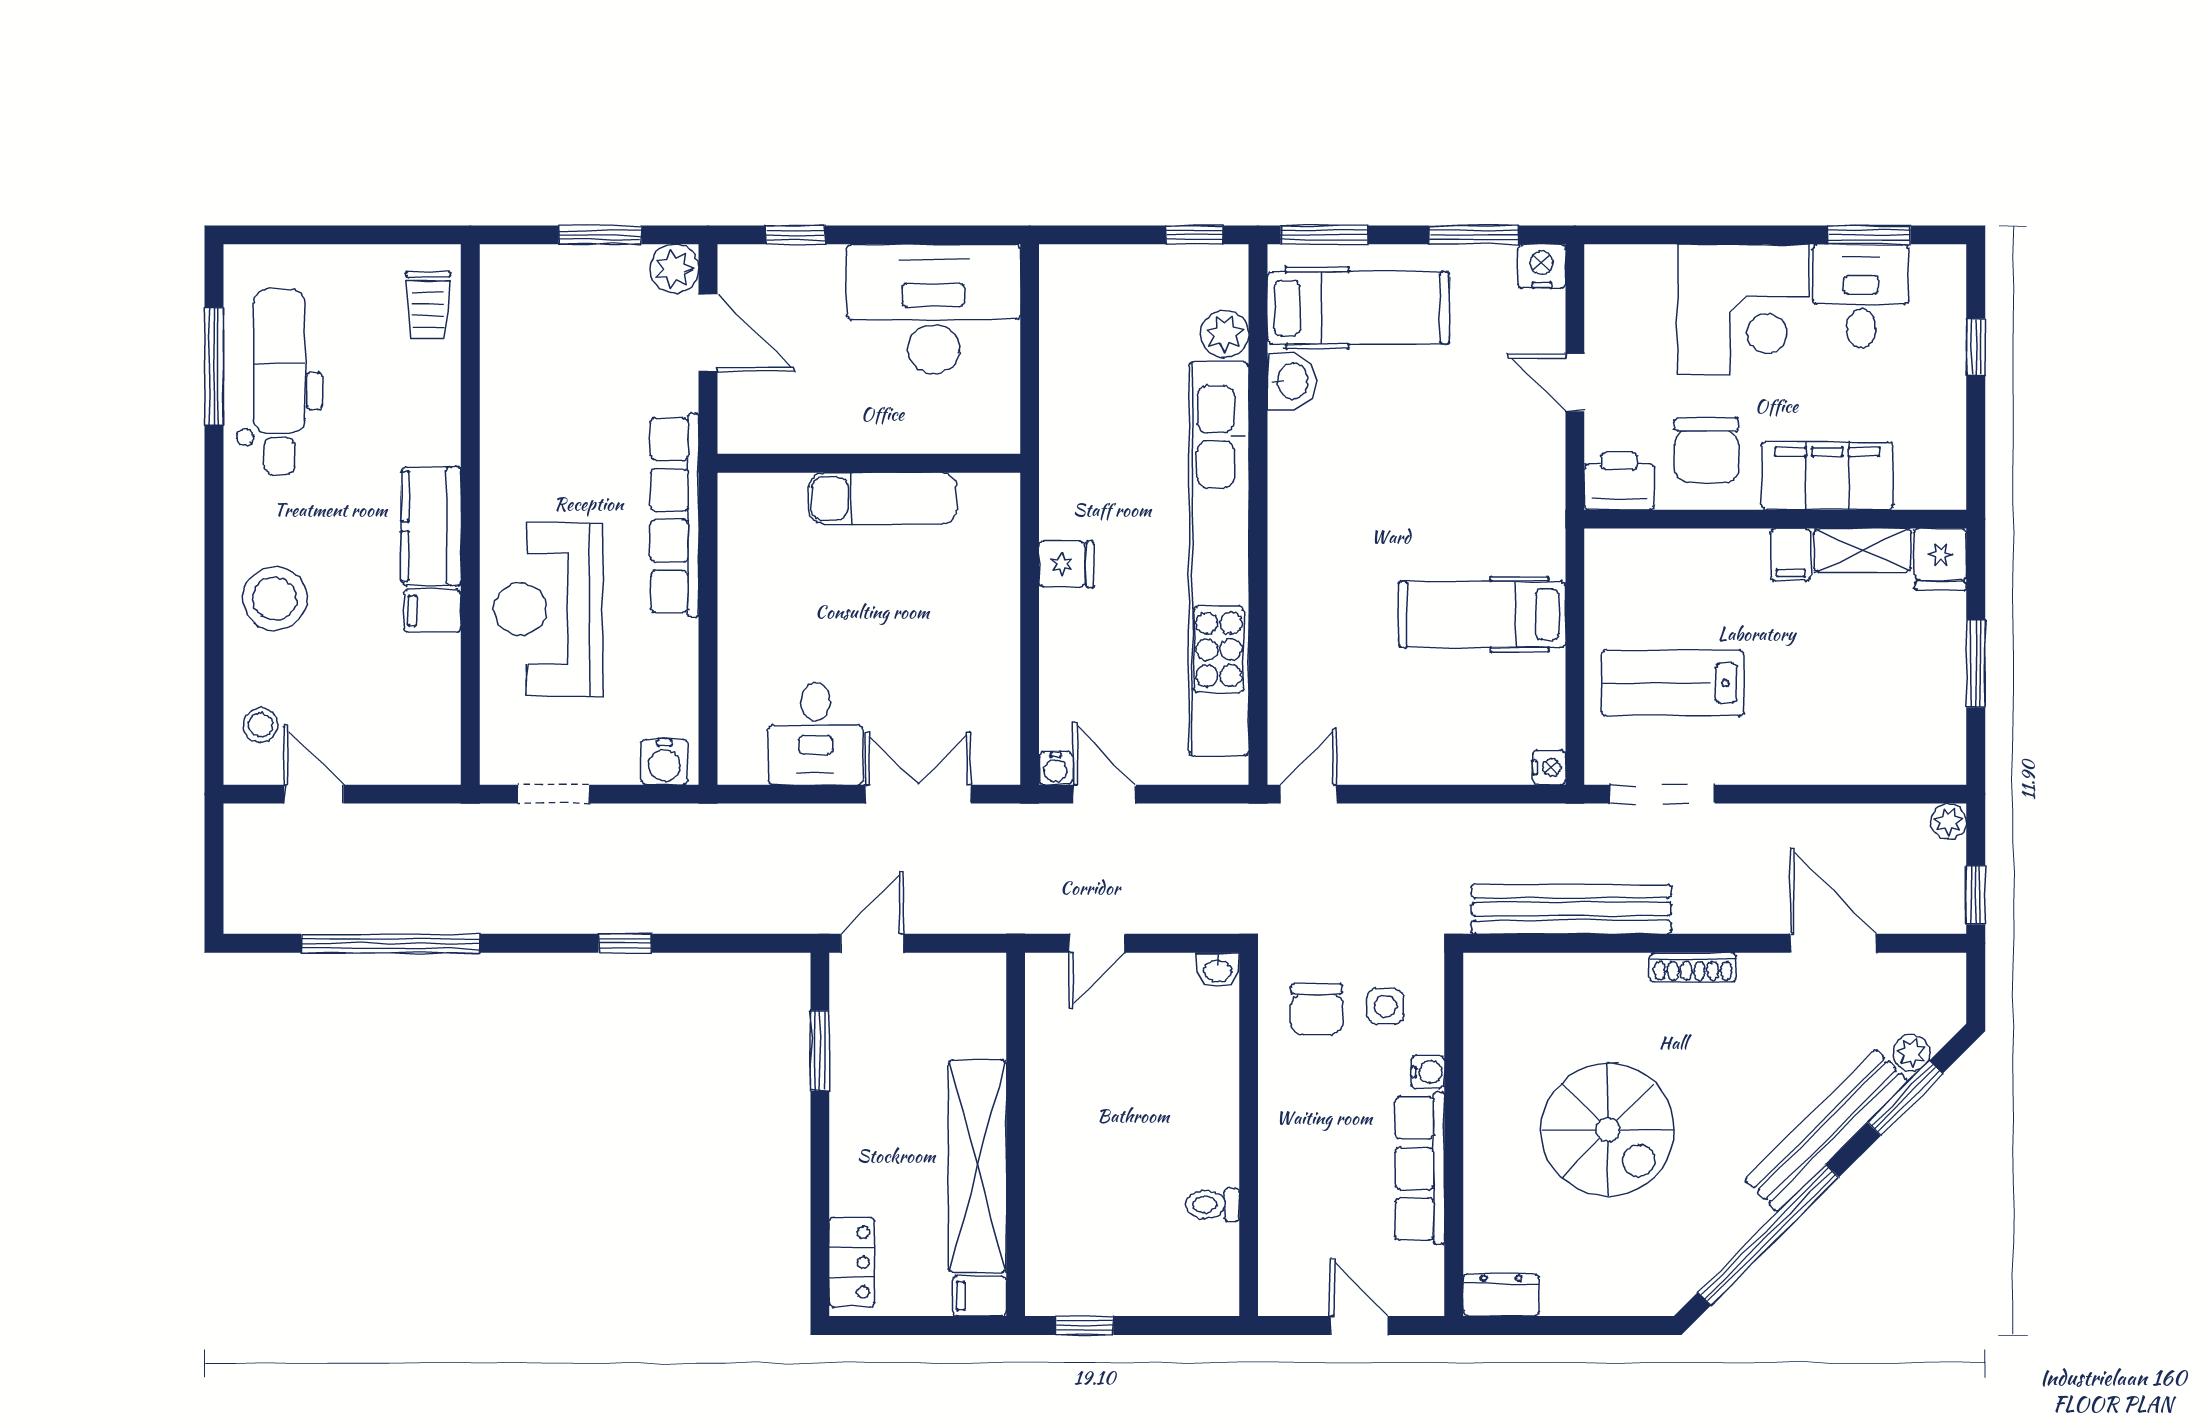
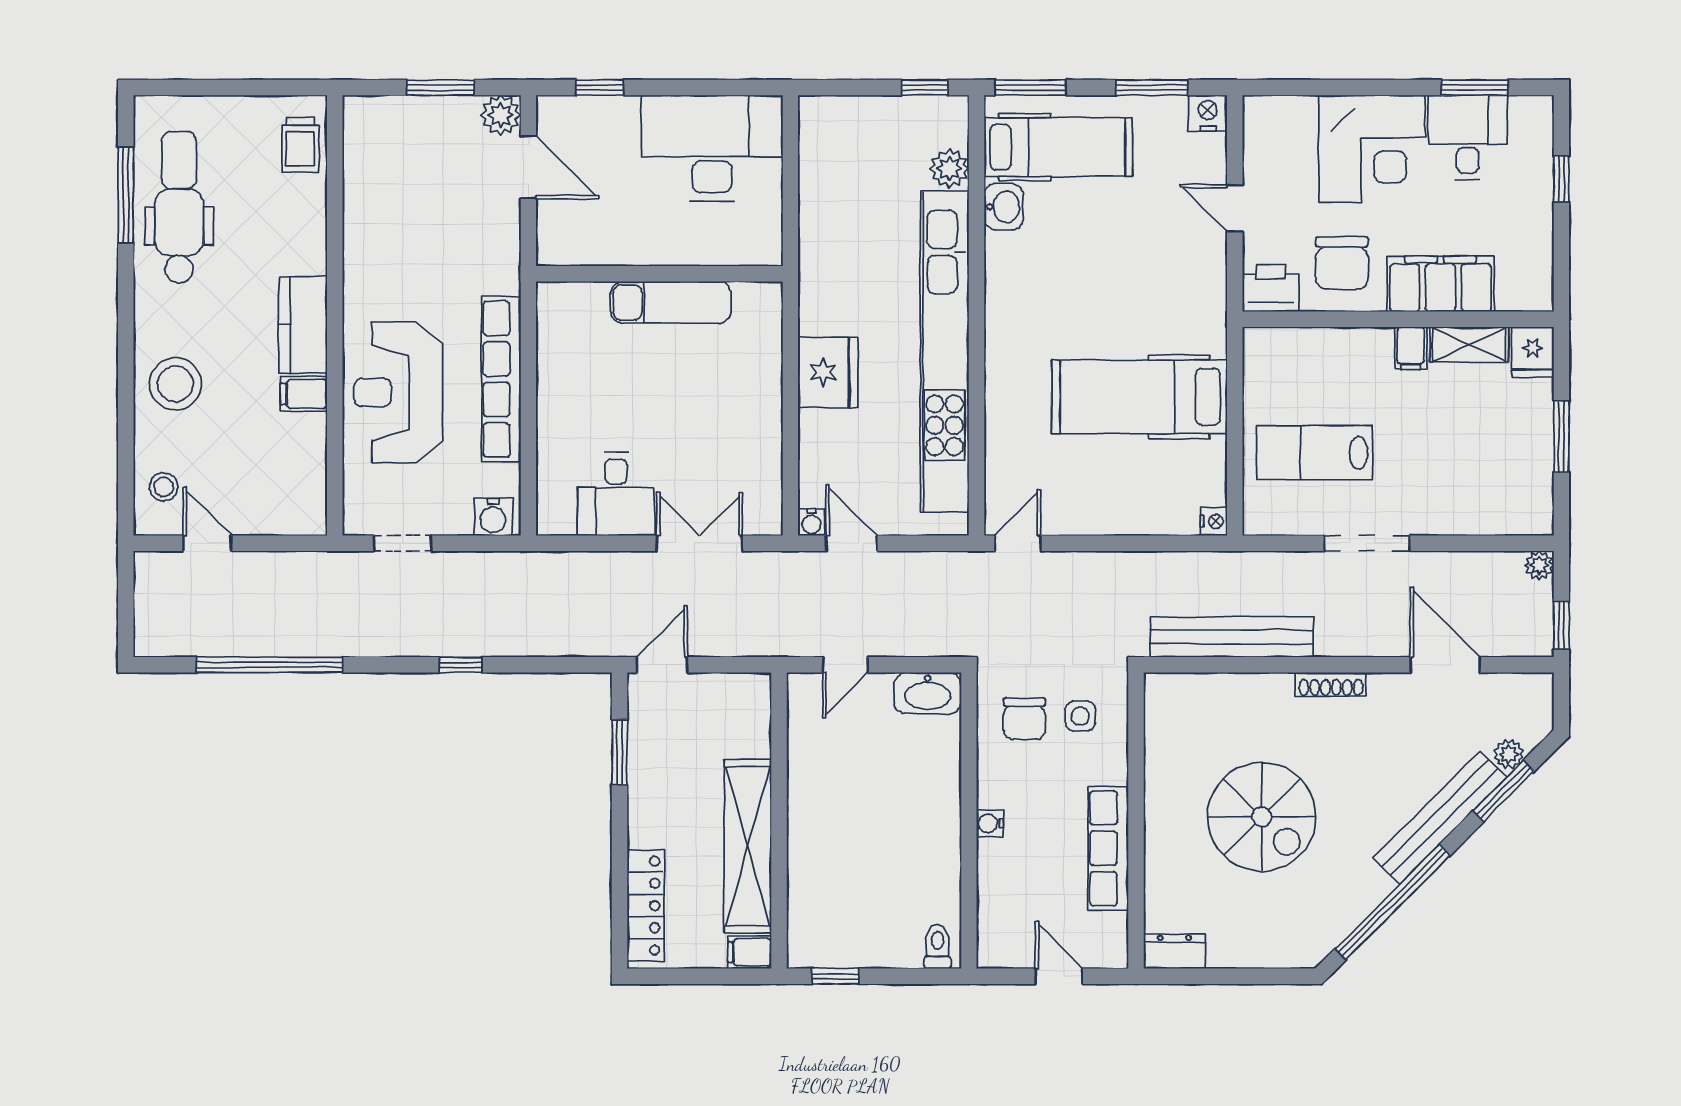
row of seats: (675, 515) -> (501, 379), moved
fridge: (1066, 564) -> (828, 372), width x1.88, depth x1.34
hospital bed: (1482, 614) -> (1139, 397), width x1.37, depth x1.29
doorway: (1662, 794) -> (1367, 543), moved
washbasin: (1218, 970) -> (928, 693), width x1.91, depth x1.45
water cooler: (1428, 1072) -> (990, 823), moved, turned 180
toilet: (1212, 1205) -> (938, 947), moved, turned 90
locker: (852, 1262) -> (646, 906), width x1.53

